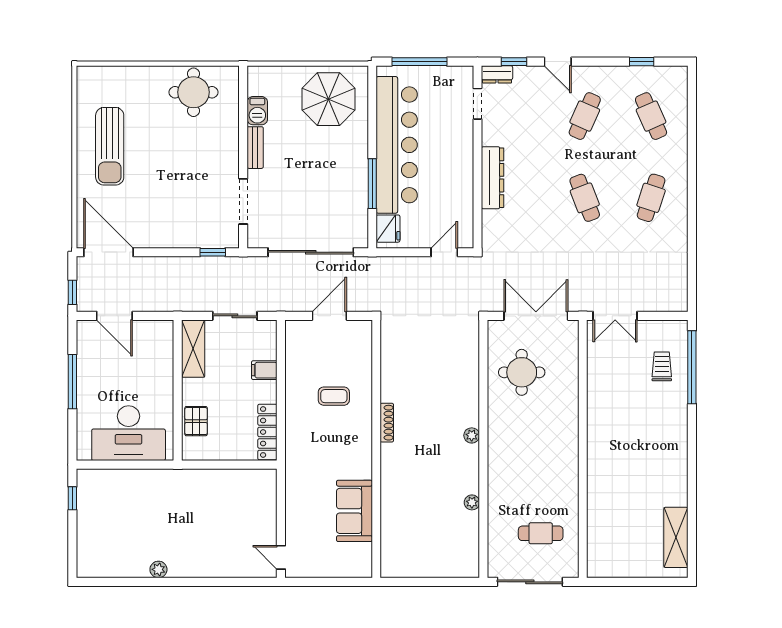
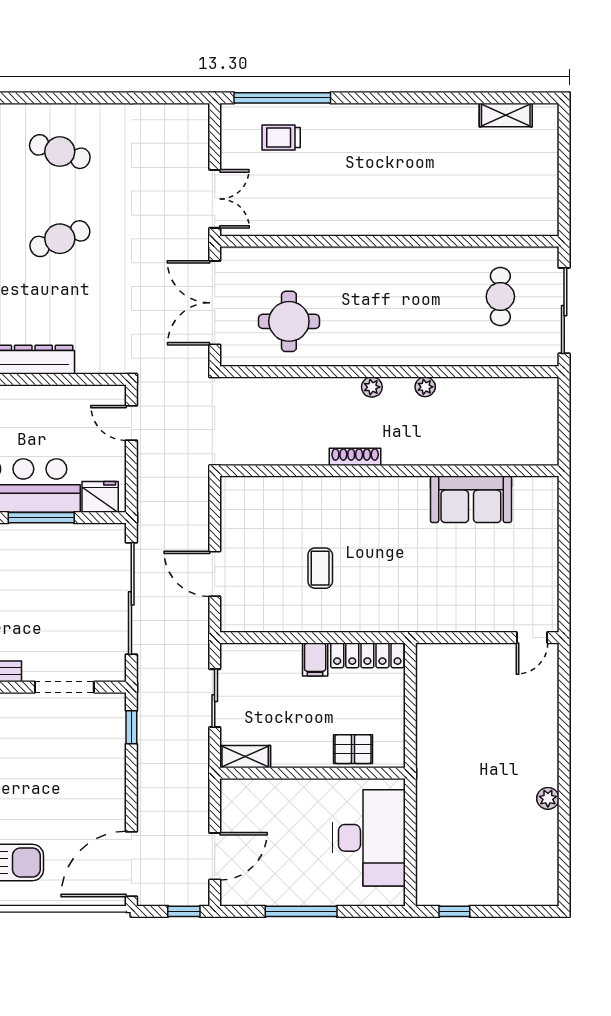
shelving: (193, 349) -> (245, 757), width x0.67, depth x0.75
filing cabinet: (264, 370) -> (315, 659), moved
shoe rack: (387, 423) -> (355, 457), moved
wall: (376, 449) -> (389, 471), moved
plant: (472, 502) -> (425, 387), moved
sofa: (354, 511) -> (471, 499), moved
shelving: (676, 537) -> (506, 115), width x0.67, depth x0.75

